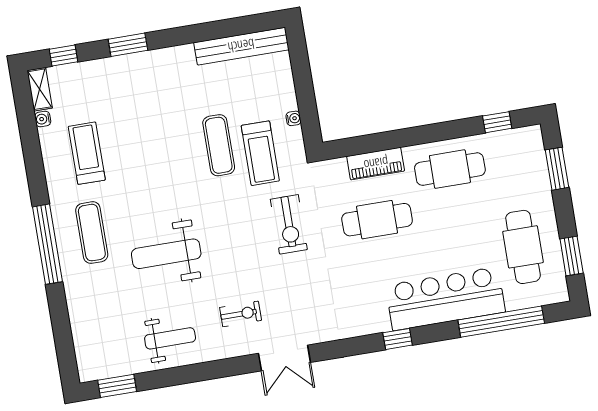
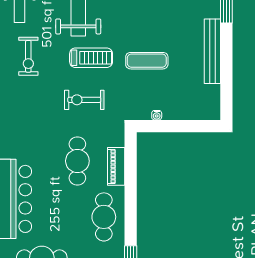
bench: (241, 46) -> (212, 51), moved
treadmill: (260, 153) -> (91, 58), moved, turned 180
exercise bike: (241, 314) -> (28, 56), width x1.38, depth x1.39

